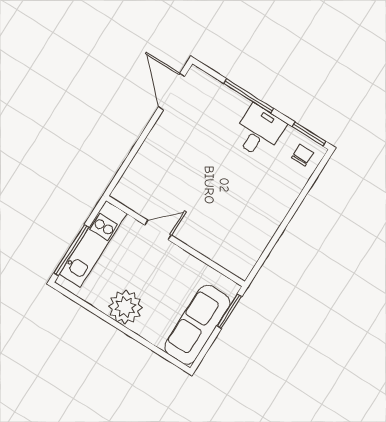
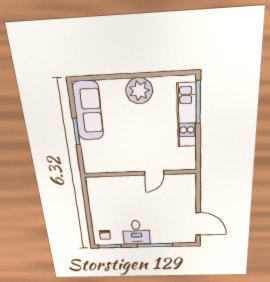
door: (158, 230) -> (154, 173), moved
wall: (175, 241) -> (140, 173), moved

